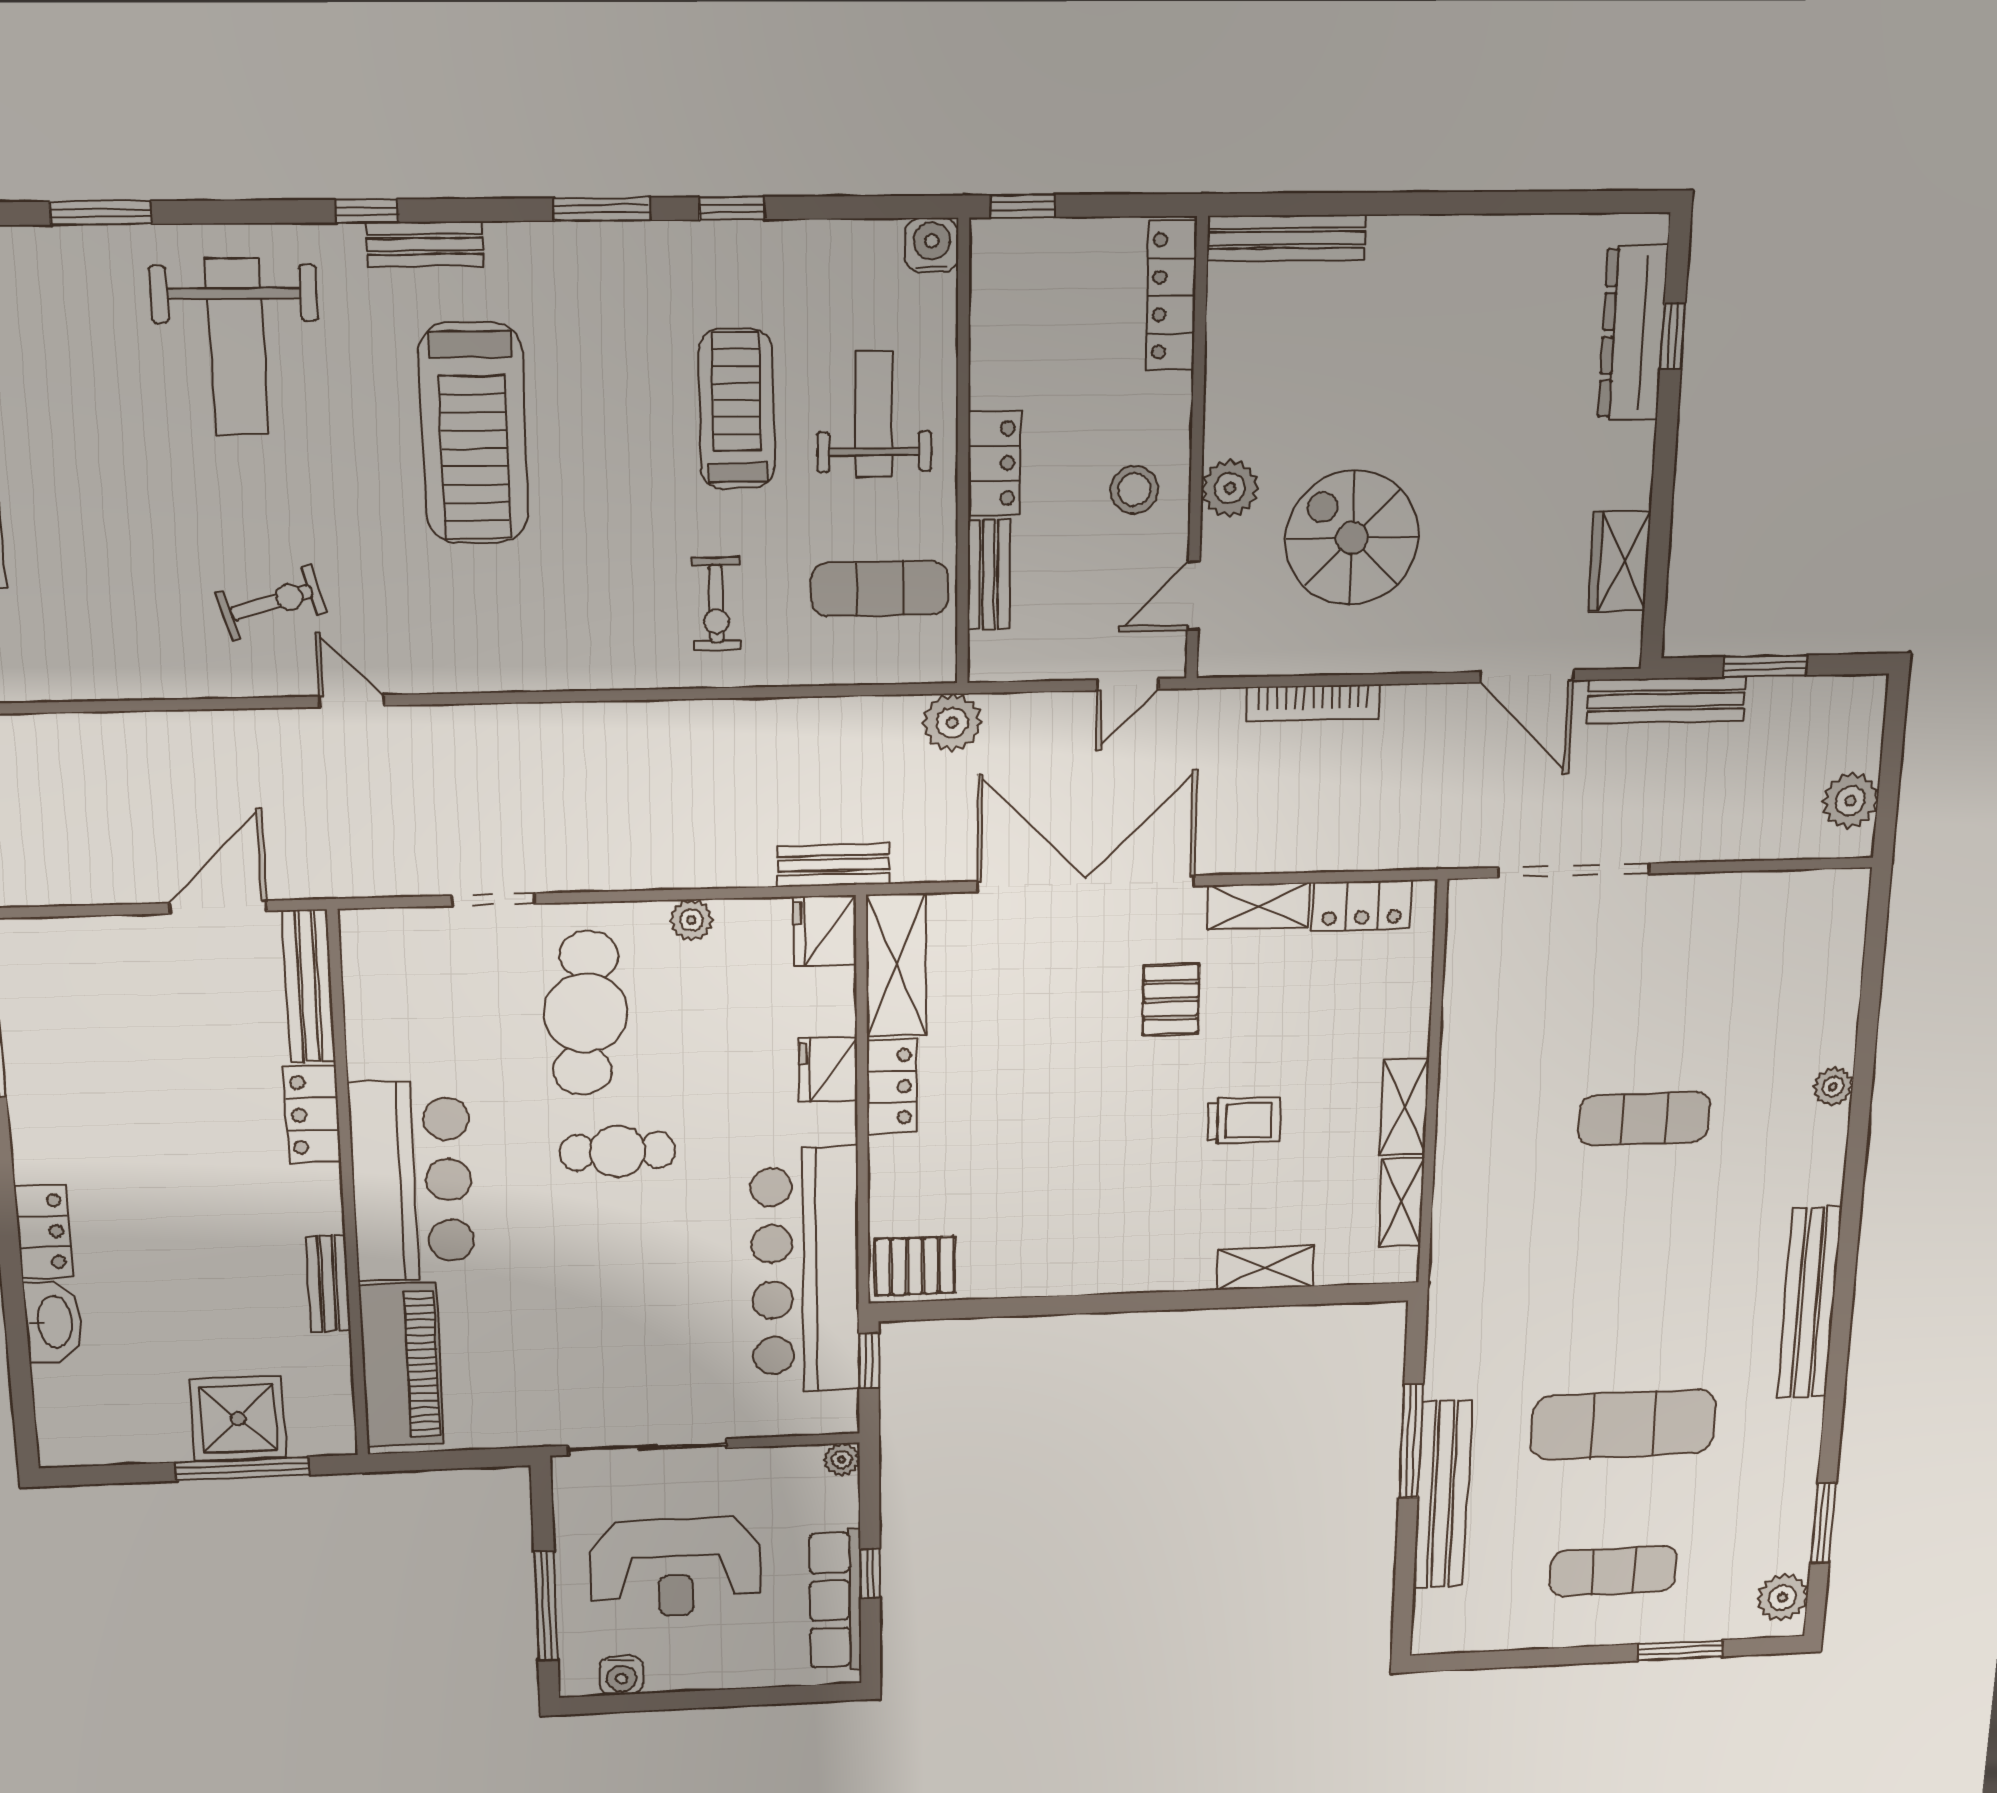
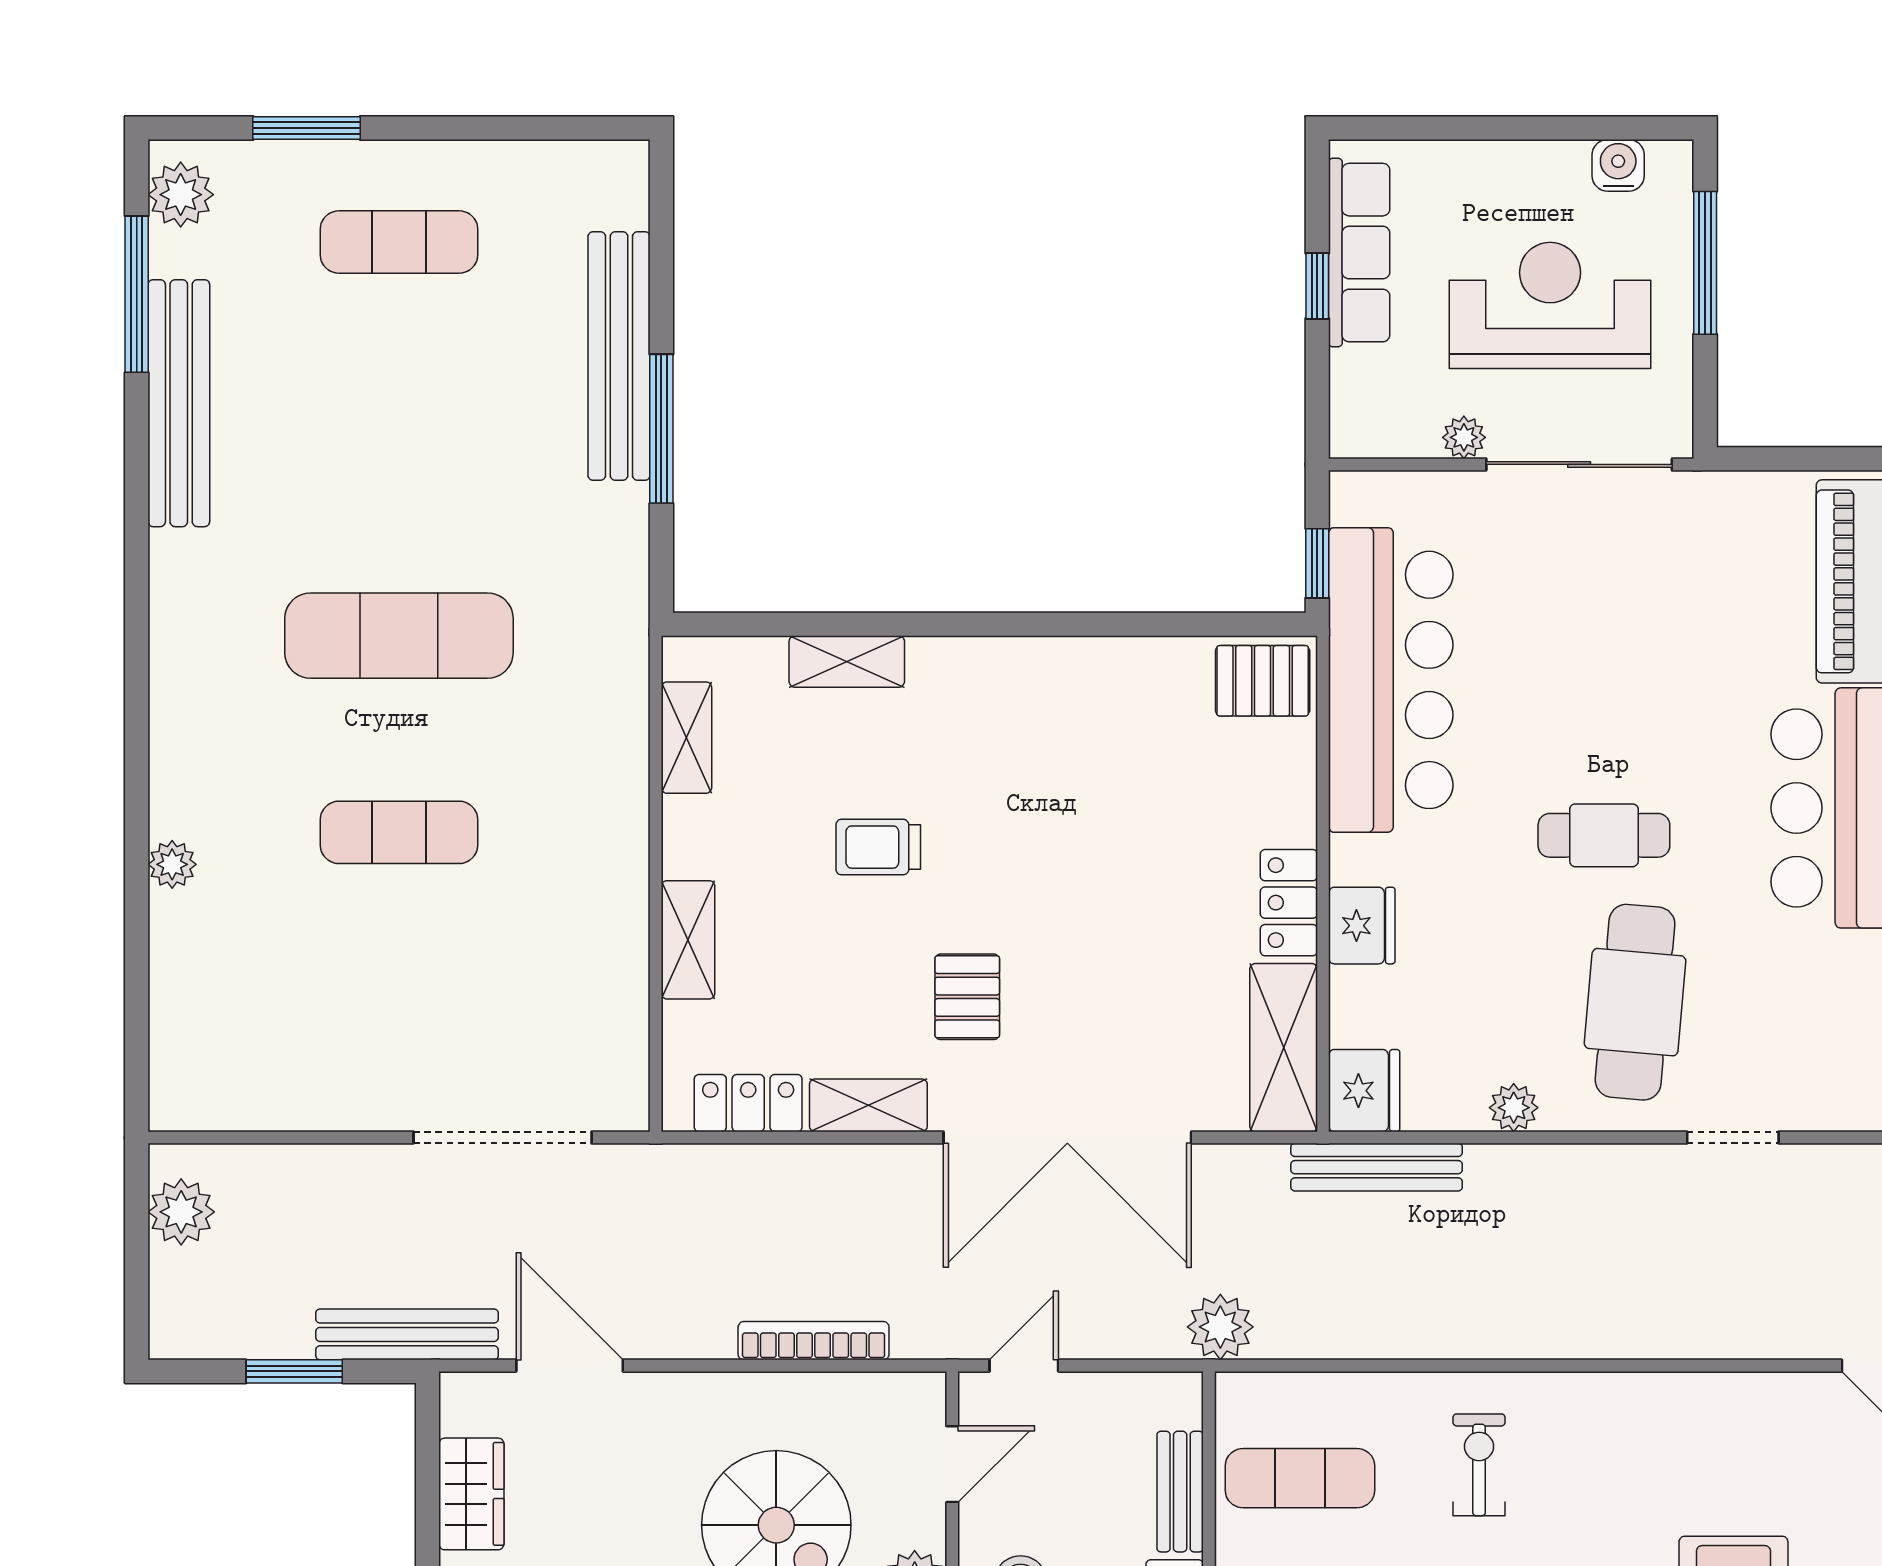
bench: (833, 865) -> (1377, 1167), width x1.36
shelving: (1404, 1107) -> (688, 940), moved
bench: (1809, 1303) -> (179, 403), moved
exercise mat: (1623, 1425) -> (399, 636), moved
plant: (842, 1460) -> (1464, 437), moved
window: (1823, 1523) -> (137, 294), width x1.44

